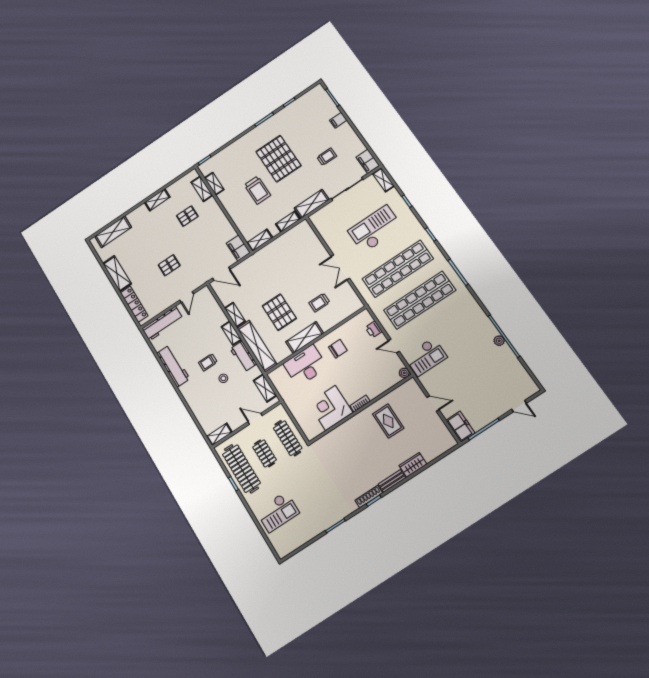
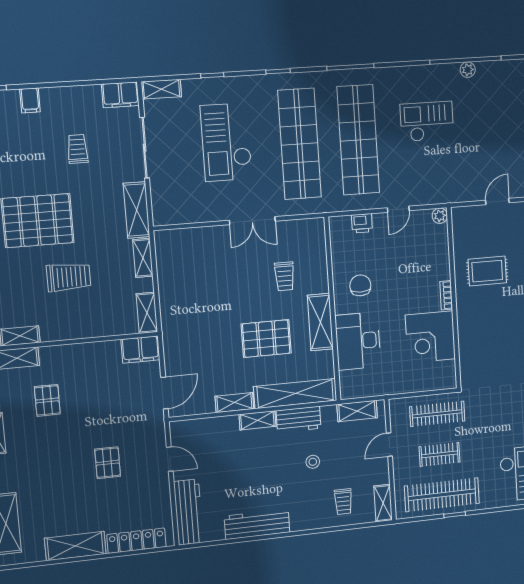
checkout: (426, 357) -> (427, 121), moved, turned -90
trolley: (208, 362) -> (343, 502), moved

